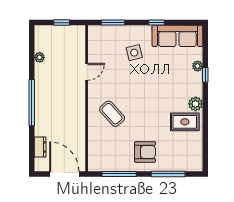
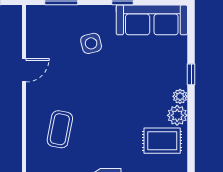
plant: (198, 66) -> (180, 96), moved
coffee table: (112, 114) -> (60, 129), turned 53

